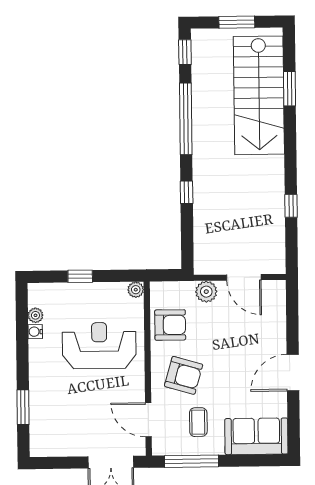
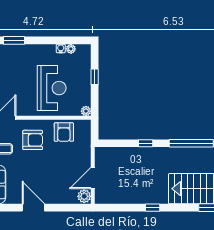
window: (291, 206) -> (153, 208), moved
plant: (206, 292) -> (84, 196), moved
armchair: (184, 375) -> (33, 140), turned -106

